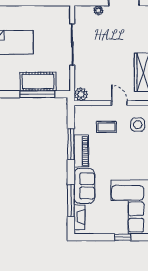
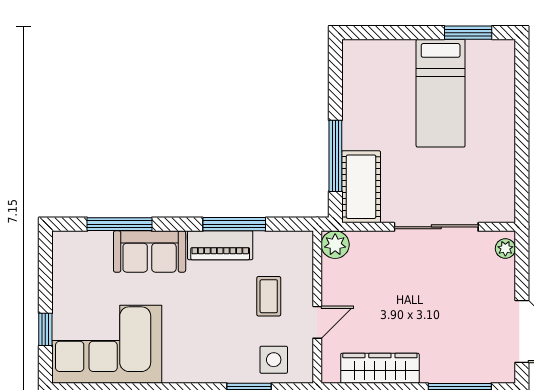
plant: (98, 10) -> (505, 249), moved
cot: (38, 82) -> (361, 187), moved
fireplace: (79, 217) -> (86, 241), removed

